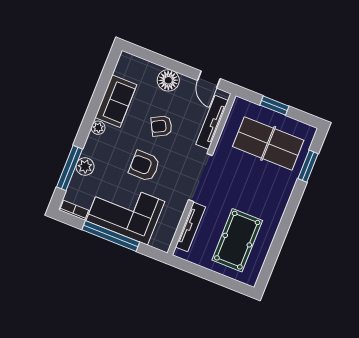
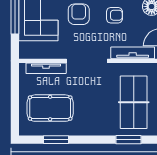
armchair: (161, 126) -> (114, 15), turned 118
window: (275, 248) -> (56, 140), added

